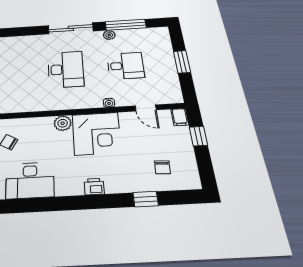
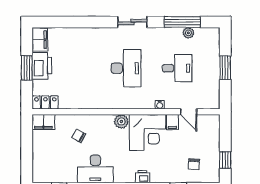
sliding door: (71, 28) -> (132, 22), width x0.73
plant: (109, 35) -> (188, 33), moved
filing cabinet: (180, 117) -> (172, 122), moved
window: (198, 136) -> (225, 160), moved

